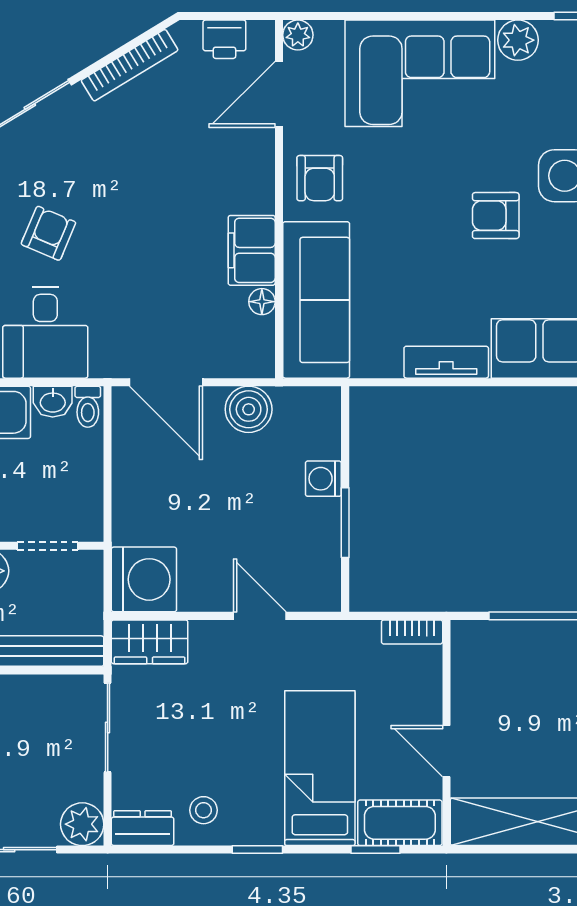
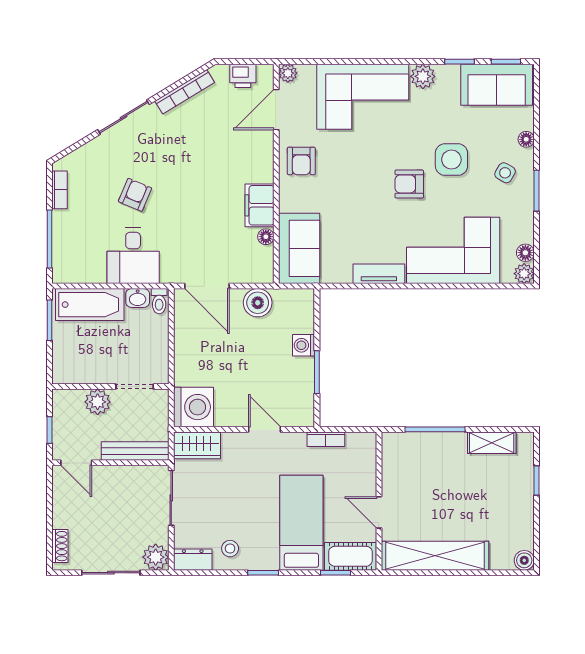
sofa: (316, 300) -> (299, 248), width x0.73
bookcase: (412, 632) -> (326, 439), moved

